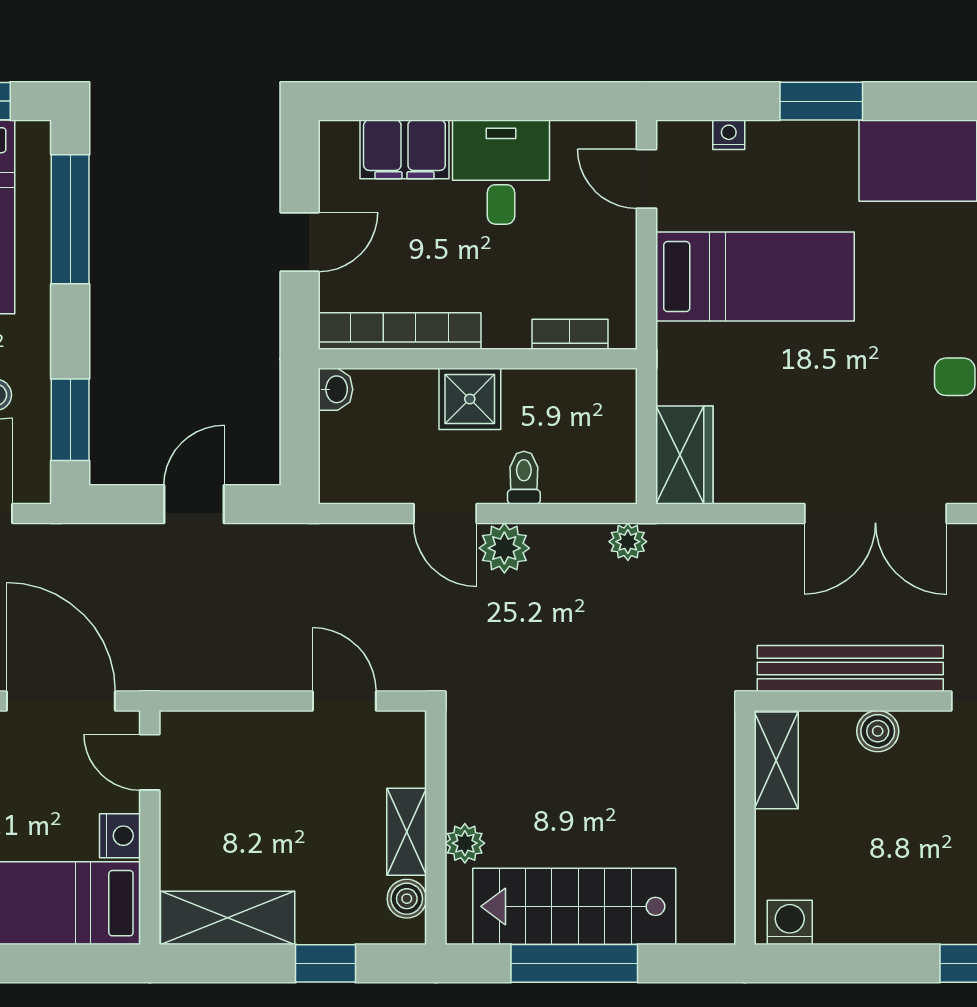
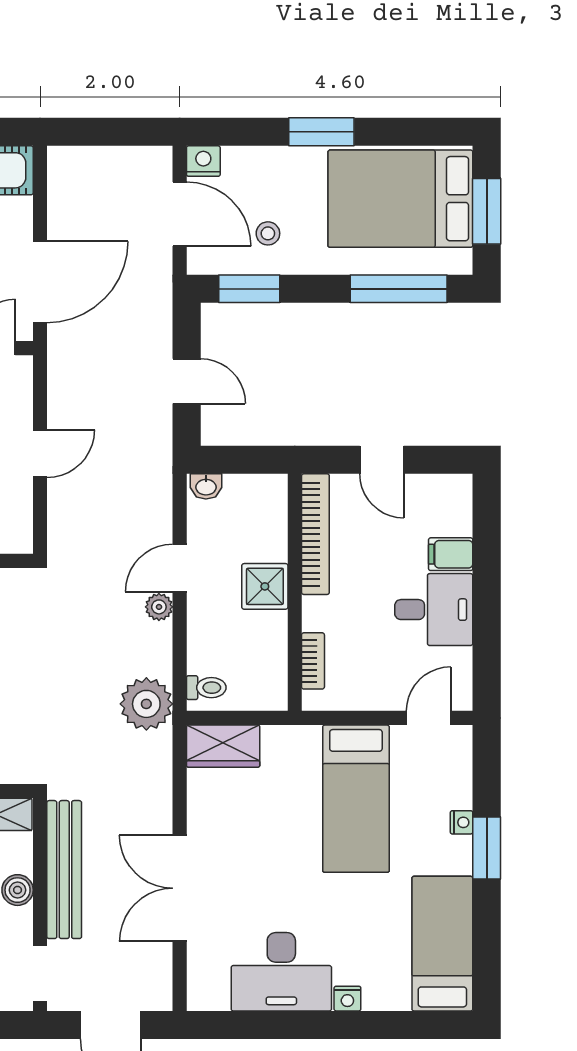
nightstand: (729, 135) -> (462, 822), moved
filing cabinet: (404, 149) -> (451, 554), width x0.50
washbasin: (336, 389) -> (206, 486), moved
toilet: (524, 478) -> (206, 688), moved
plant: (628, 542) -> (146, 704), width x1.88, depth x1.88
plant: (504, 548) -> (159, 607), width x0.73, depth x0.73
door: (344, 701) -> (40, 454), moved

